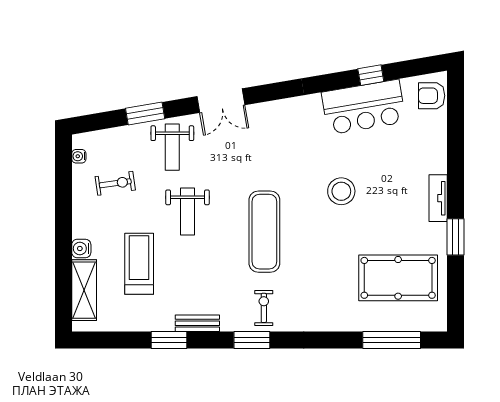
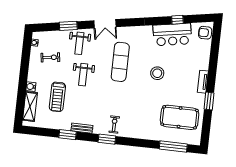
exercise mat: (264, 232) -> (120, 62), moved
treadmill: (139, 264) -> (57, 97), turned 180

